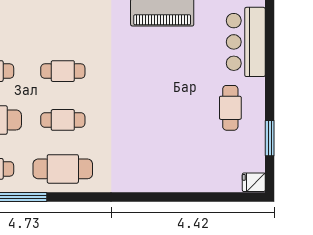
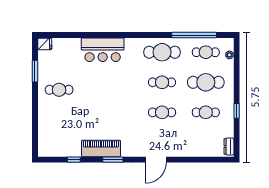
bar counter: (246, 42) -> (103, 50), moved, turned 90
cafe table: (230, 108) -> (59, 90), turned 90

